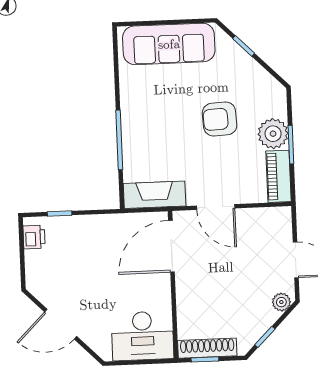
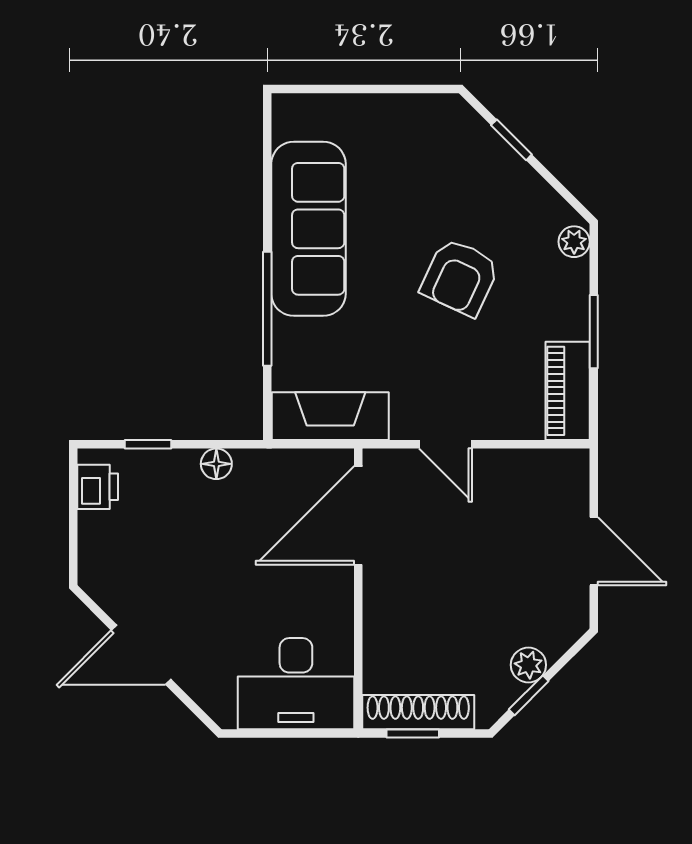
sofa: (169, 44) -> (309, 229), moved, turned -90
armchair: (220, 119) -> (460, 277), turned -62
plant: (273, 134) -> (574, 242), moved, width x0.53, depth x0.53
door: (216, 207) -> (445, 444), width x0.73
floor lamp: (96, 222) -> (216, 464), added
plant: (281, 302) -> (528, 665), moved

